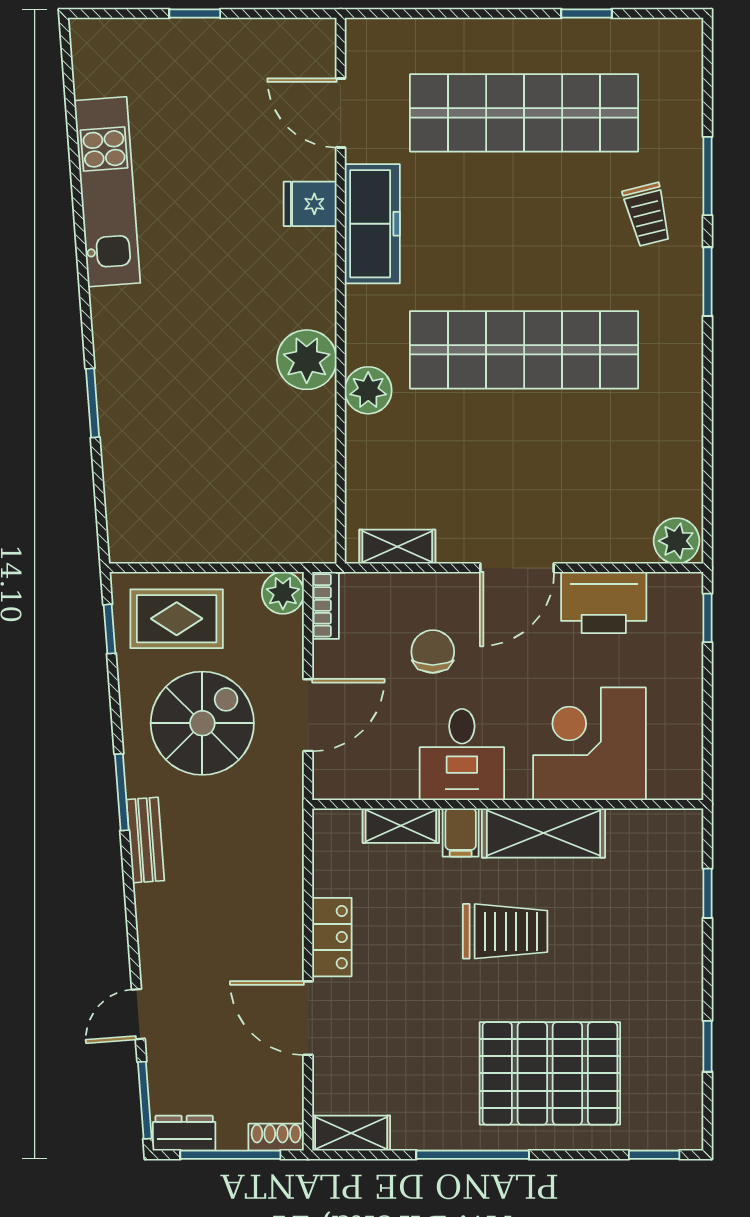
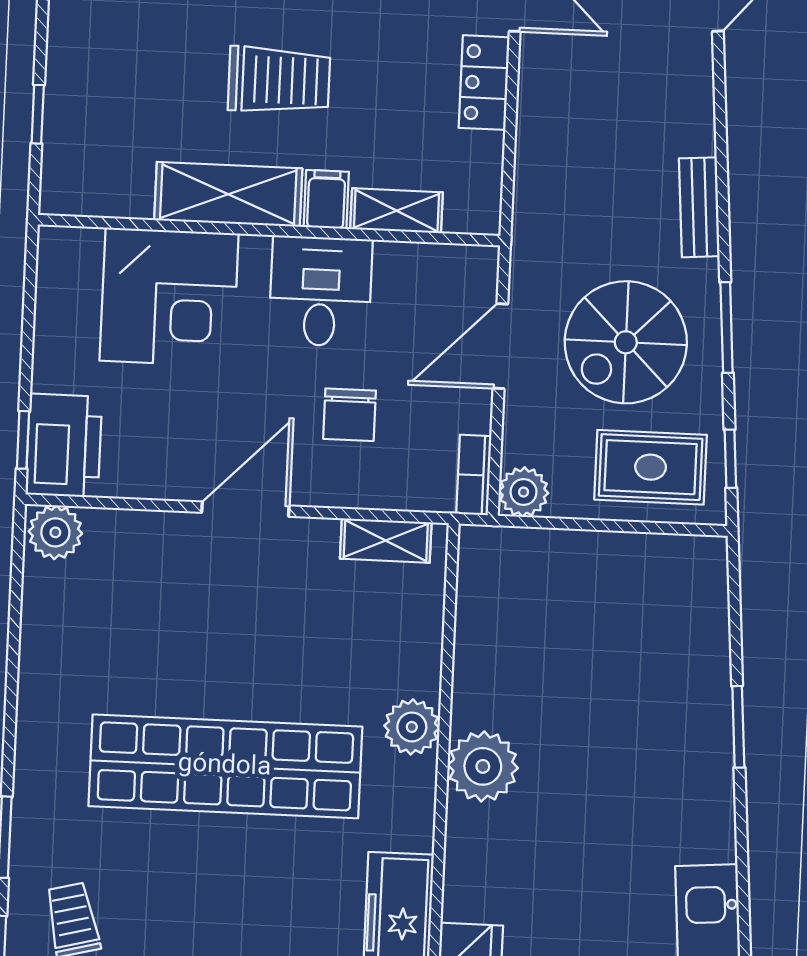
printer: (604, 603) -> (64, 445), moved, turned 90
window: (122, 792) -> (727, 327), moved
trolley: (505, 931) -> (279, 80), turned 180

